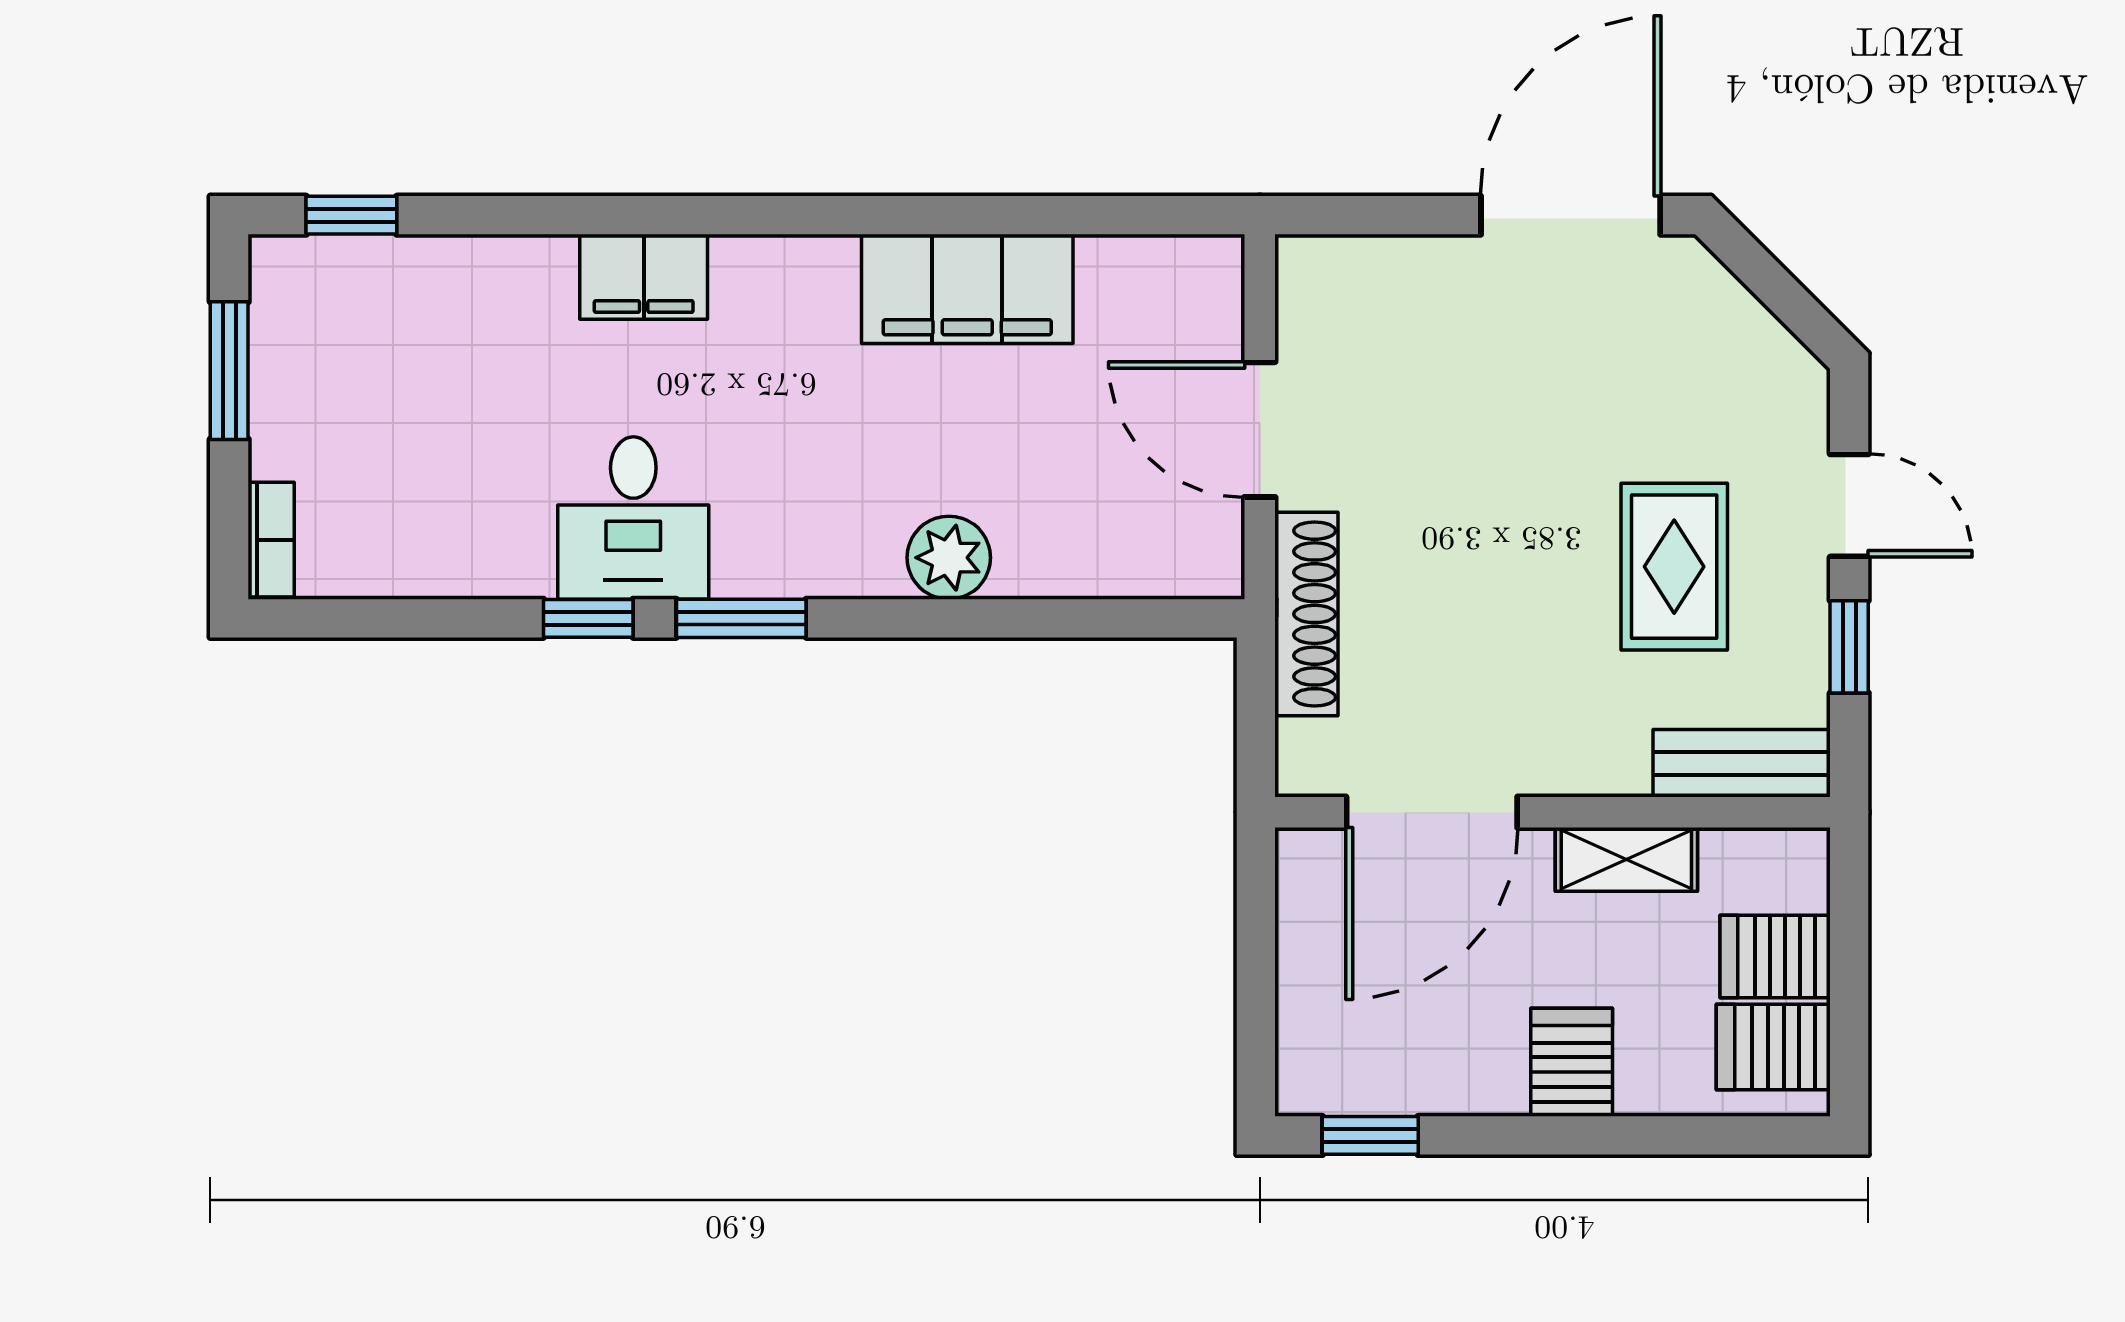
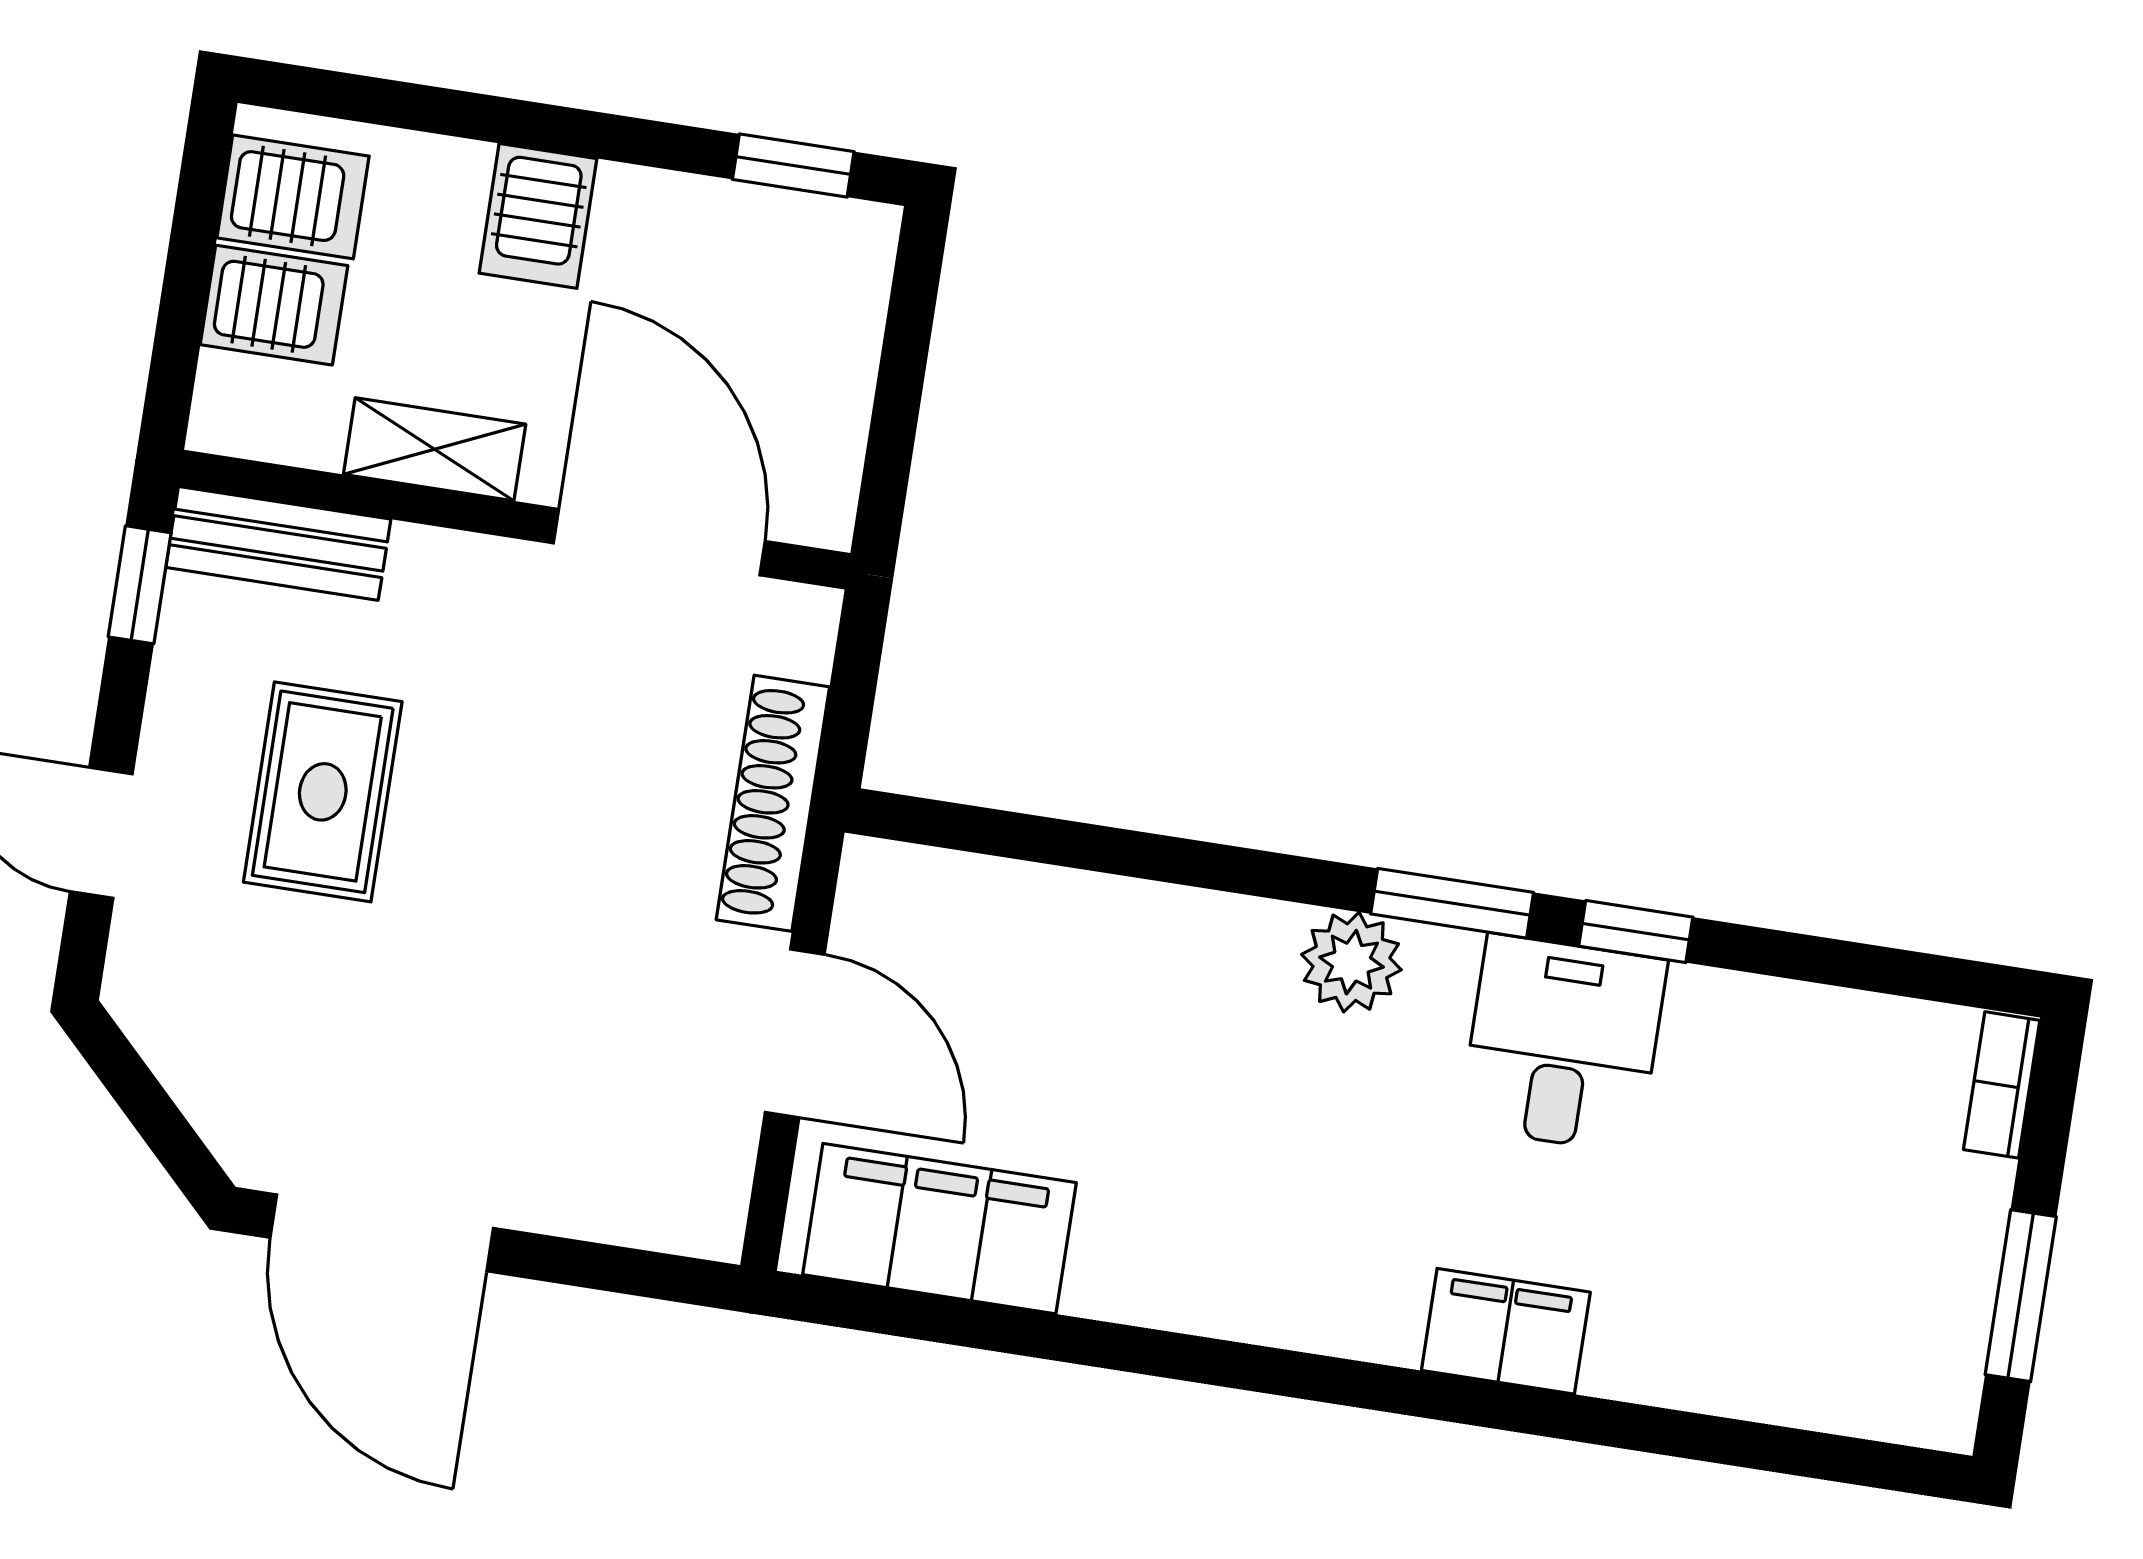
window: (351, 215) -> (1845, 1459), removed
door: (1571, 215) -> (382, 1233), hinge flipped
filing cabinet: (967, 289) -> (939, 1229), moved
plant: (949, 558) -> (1351, 962), moved
window: (1849, 647) -> (140, 585), moved
door: (1432, 812) -> (659, 542), hinge flipped

